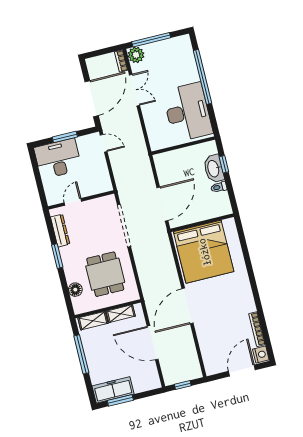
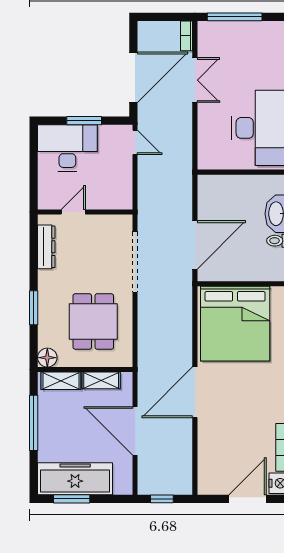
plant: (136, 55) -> (209, 32), removed
window: (57, 256) -> (34, 308), moved
floor lamp: (75, 290) -> (47, 358), moved
freezer: (113, 390) -> (75, 479), width x1.36, depth x1.26

